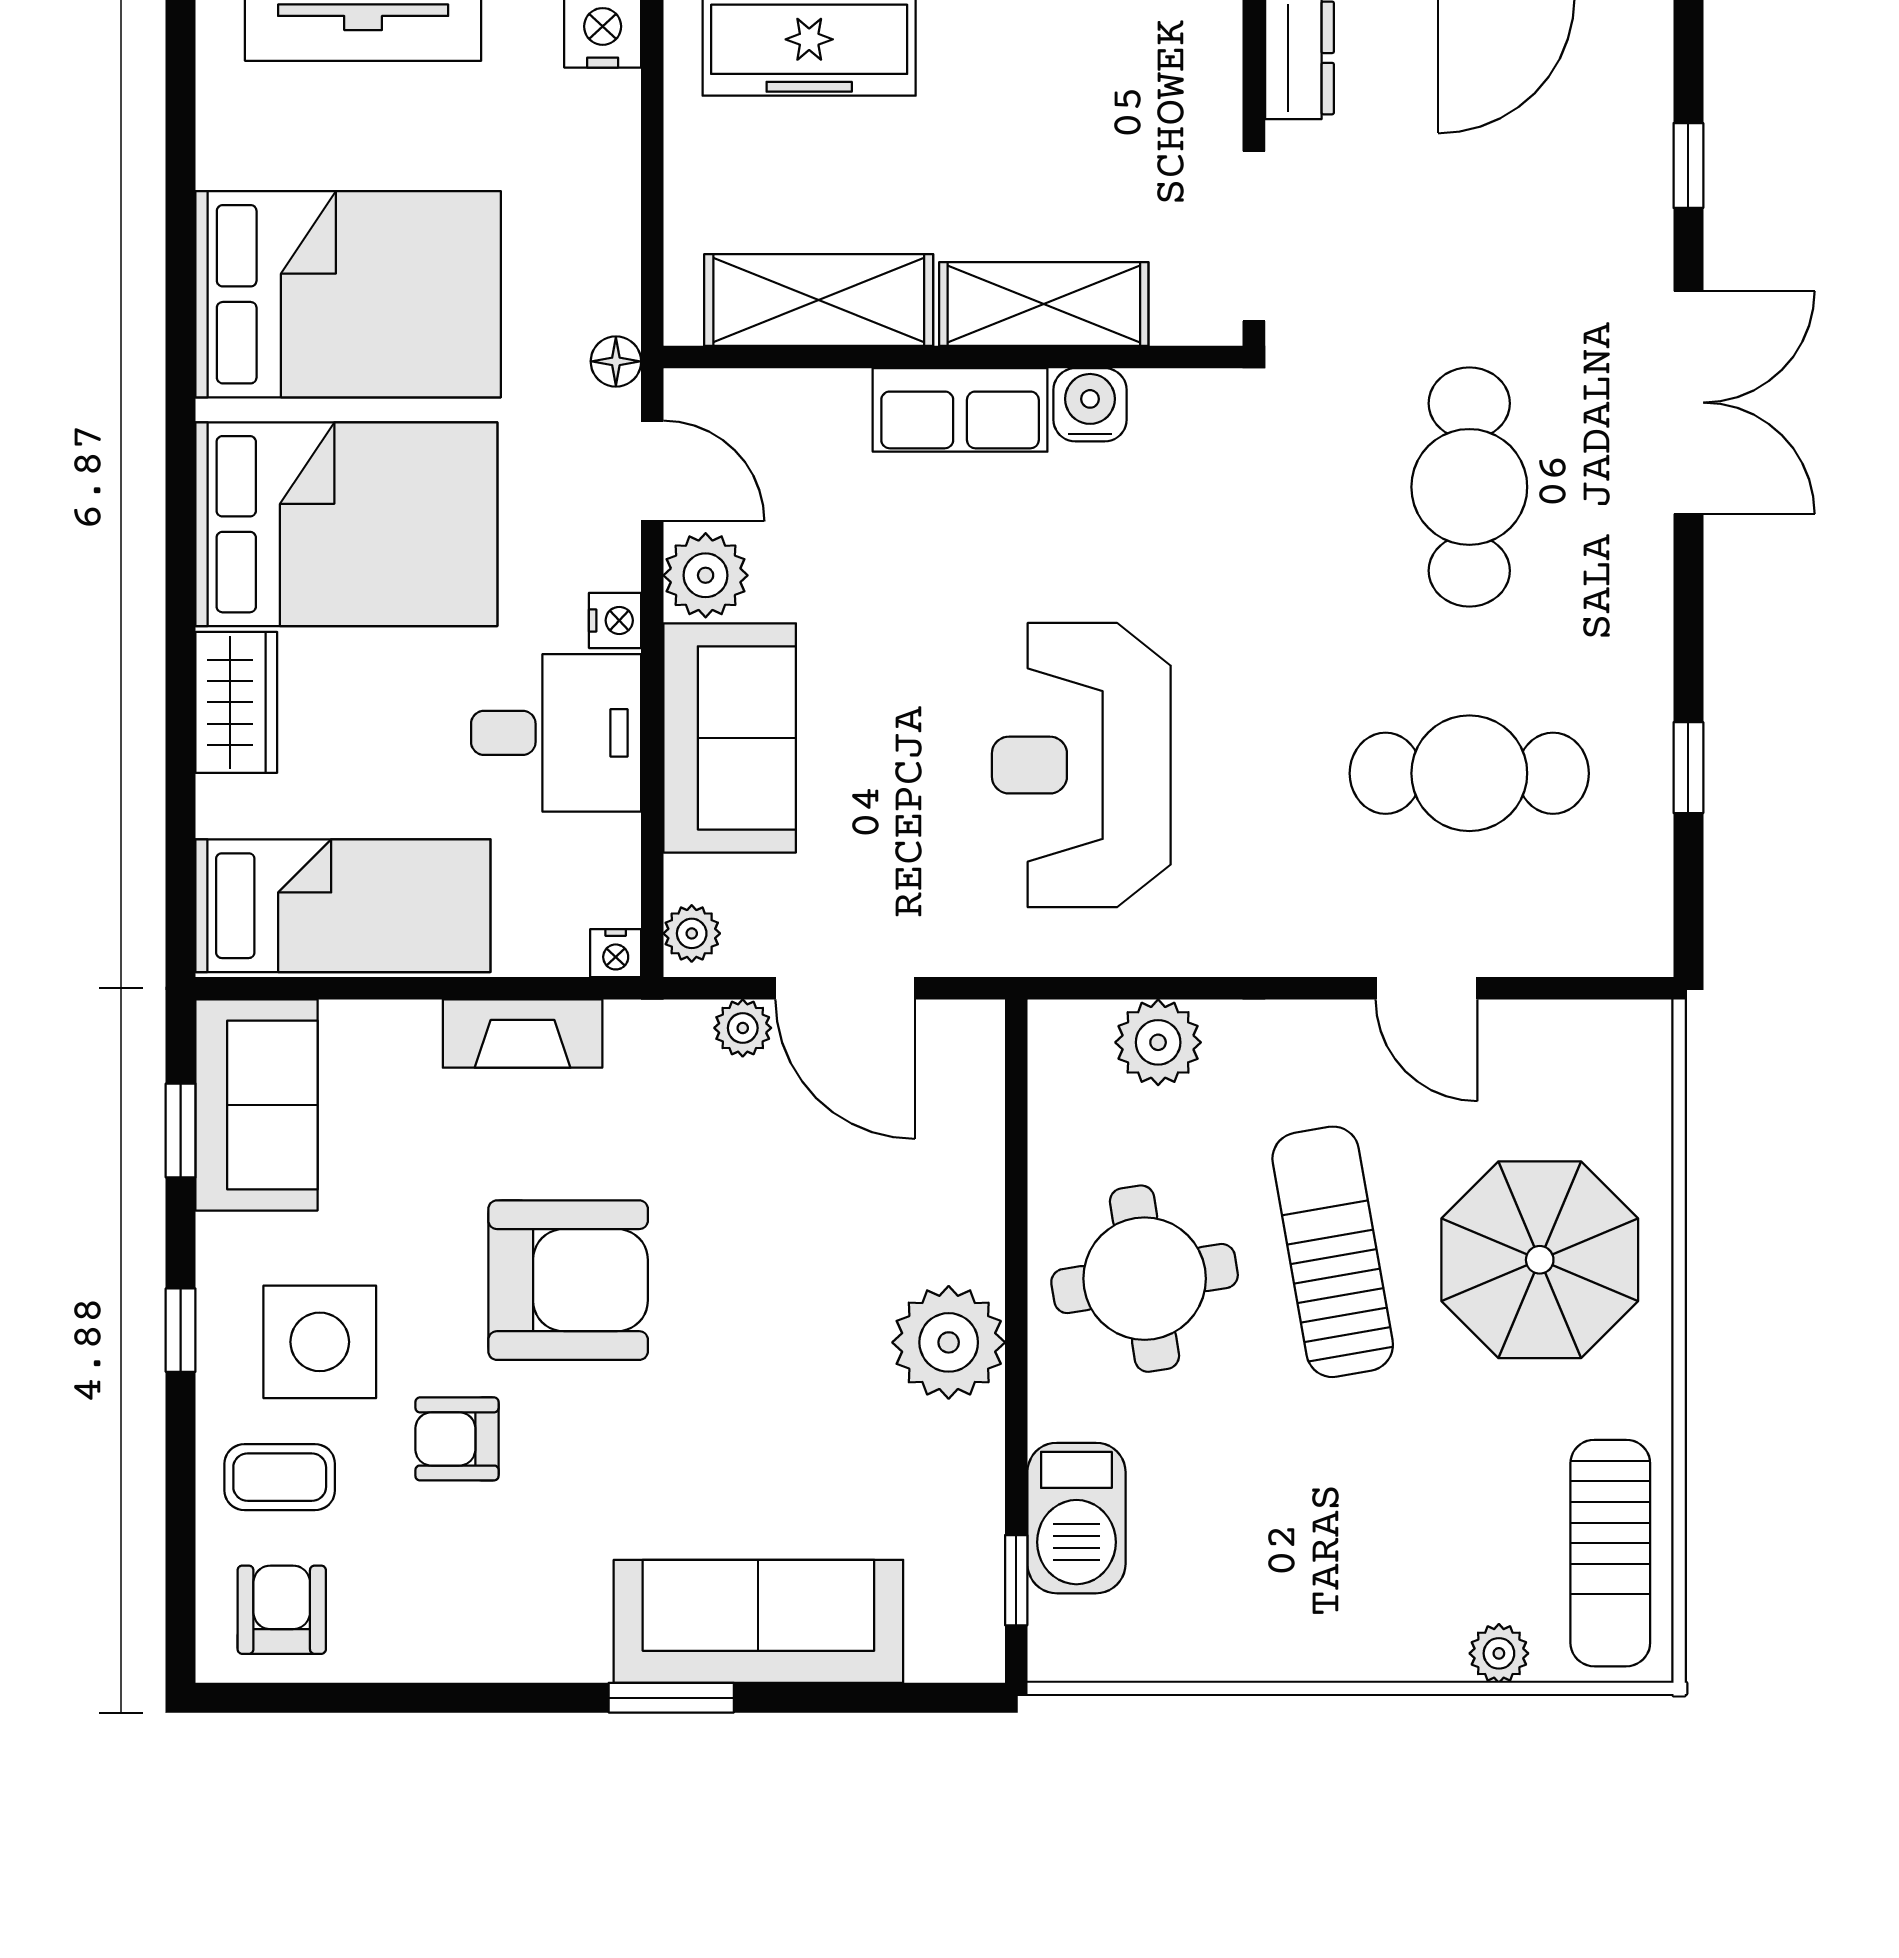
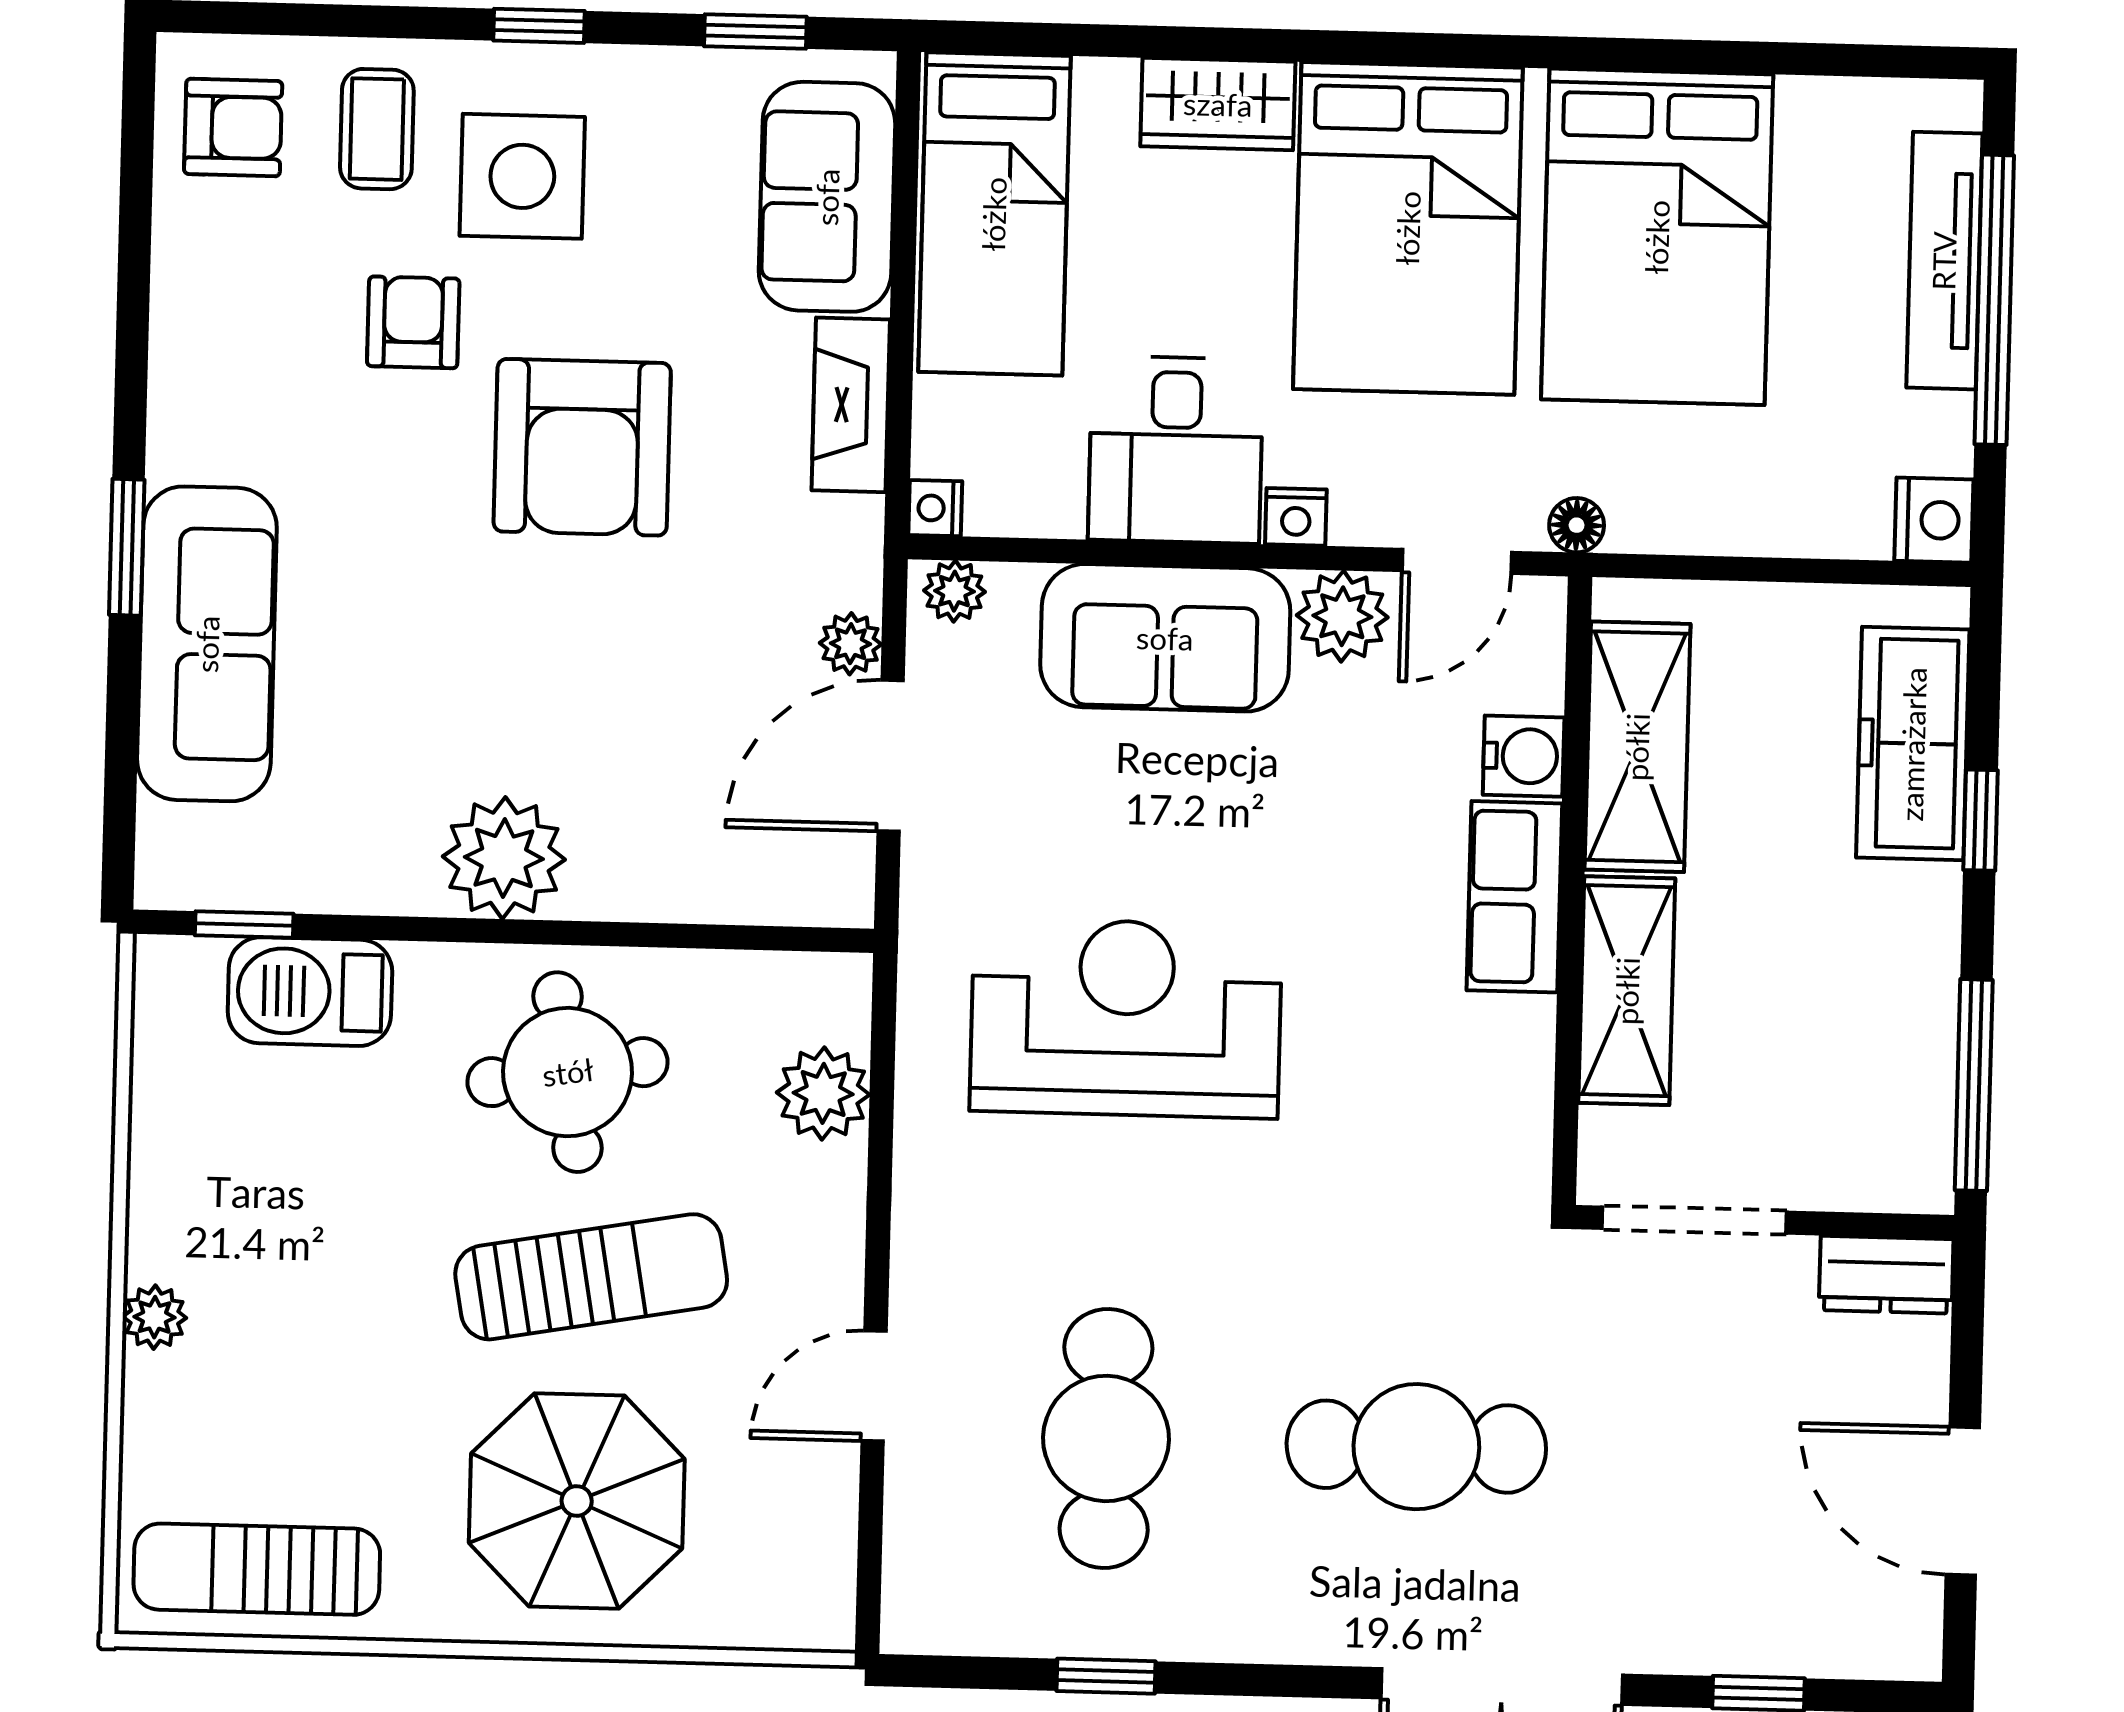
water cooler: (1090, 405) -> (1524, 756), moved
sofa: (256, 1105) -> (827, 197), moved, turned 90
plant: (1499, 1653) -> (155, 1317), moved

